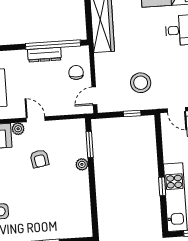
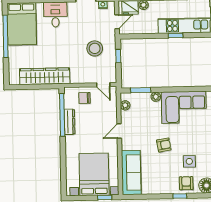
plant: (18, 129) -> (125, 105), moved
armchair: (39, 159) -> (164, 145), moved
corner sofa: (70, 201) -> (184, 107), added

